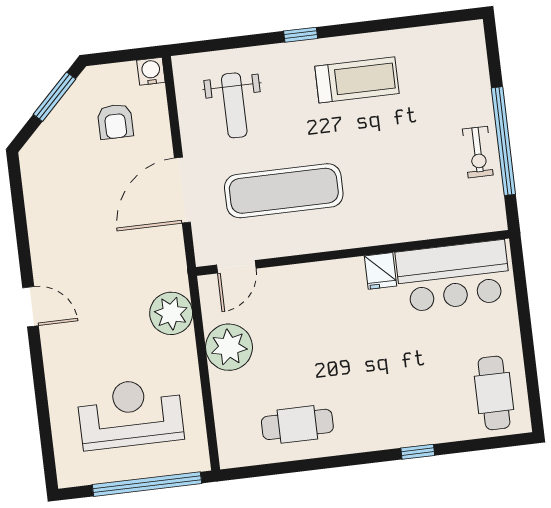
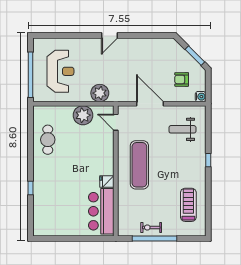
treadmill: (357, 80) -> (188, 205), moved, turned 180
exercise mat: (284, 191) -> (139, 165), moved
cafe table: (494, 393) -> (51, 222), removed

